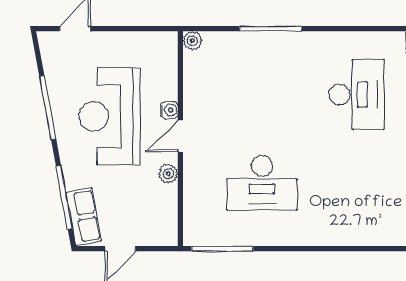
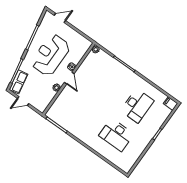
door: (180, 136) -> (69, 78), swing flipped
desk: (262, 183) -> (116, 135), moved

